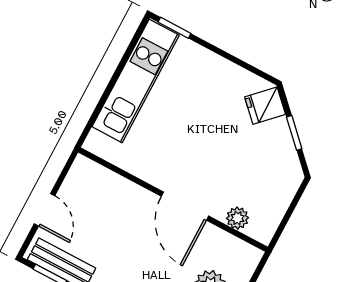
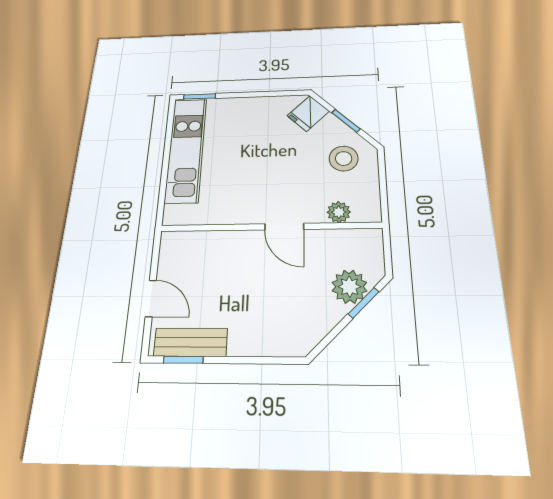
stool: (270, 170) -> (344, 159), added
door: (185, 206) -> (284, 227), width x0.73

